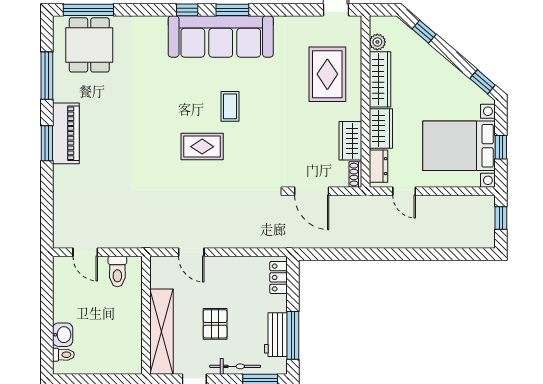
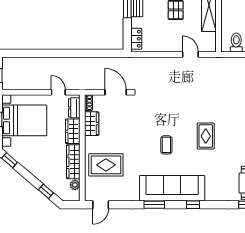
window: (232, 10) -> (154, 205), moved
rug: (327, 74) -> (106, 165), turned 90
rug: (202, 147) -> (206, 136), moved, turned 90

